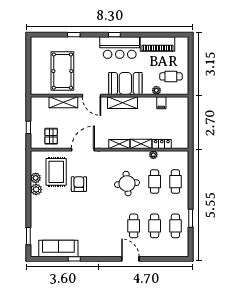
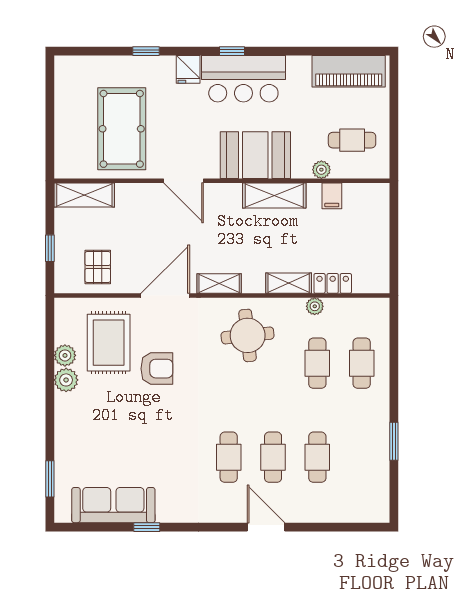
fridge: (94, 43) -> (188, 69), added
piano: (157, 44) -> (349, 71), moved
shelving: (63, 102) -> (84, 195), moved
shelving: (123, 103) -> (274, 196), moved
shelving: (119, 144) -> (219, 283), moved
armchair: (79, 184) -> (157, 369), turned 90
round table: (127, 184) -> (248, 335), moved
cafe table: (175, 226) -> (229, 457), moved

